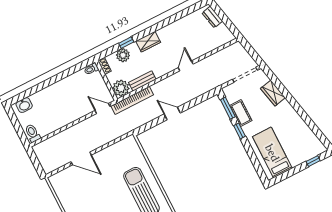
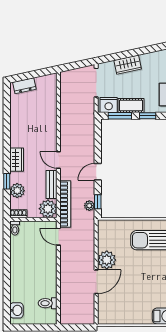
door: (186, 66) -> (58, 160), moved
nightstand: (232, 94) -> (109, 105), added
door: (103, 108) -> (58, 237), hinge flipped
plant: (141, 121) -> (89, 206), added
window: (148, 126) -> (98, 202), added
toilet: (32, 133) -> (48, 303), moved
plant: (104, 158) -> (107, 260), added

